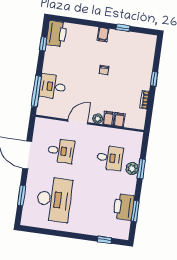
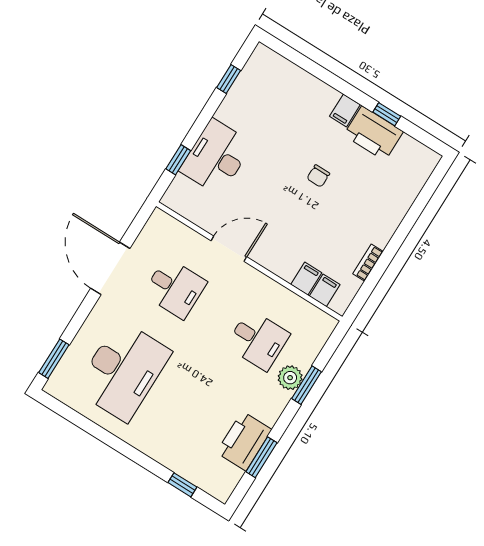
printer: (56, 34) -> (373, 133), moved, turned 90
window: (154, 79) -> (402, 232), removed
desk: (53, 87) -> (216, 157), width x1.37
window: (36, 91) -> (178, 160), width x0.46
filing cabinet: (109, 118) -> (325, 290), moved
plant: (98, 119) -> (268, 259), removed
window: (21, 195) -> (54, 359), moved

